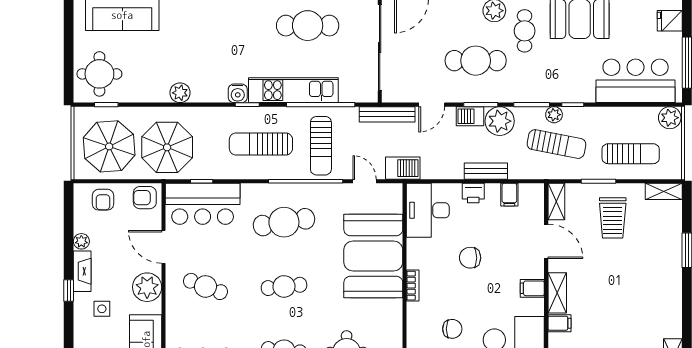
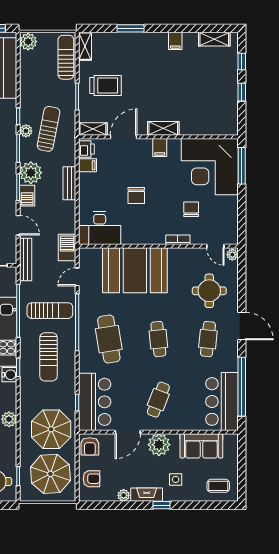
sun lounger: (631, 154) -> (66, 57), moved
printer: (473, 193) -> (86, 149), moved
bookcase: (413, 286) -> (178, 240), moved
filing cabinet: (559, 323) -> (175, 41), moved, turned 180

